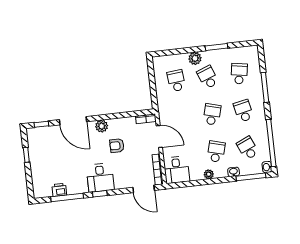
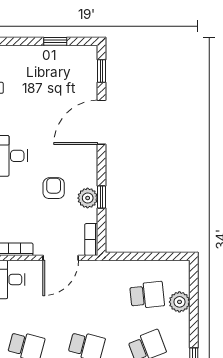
plant: (195, 58) -> (179, 302), moved
window: (119, 115) -> (102, 197), added
plant: (102, 126) -> (88, 198), moved

